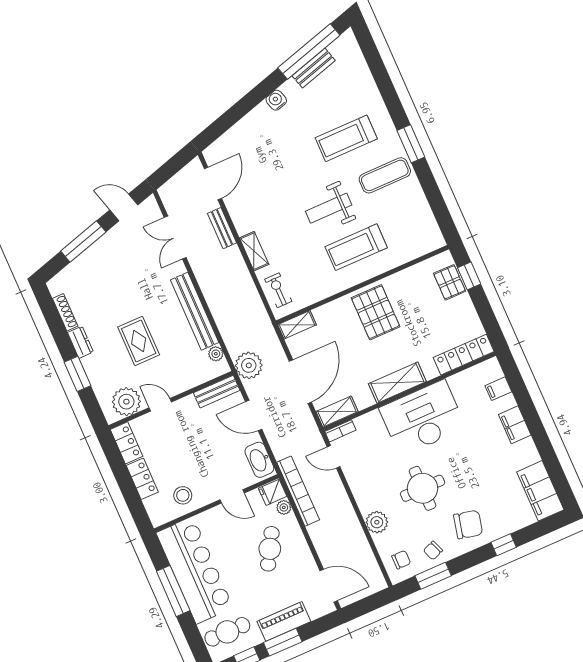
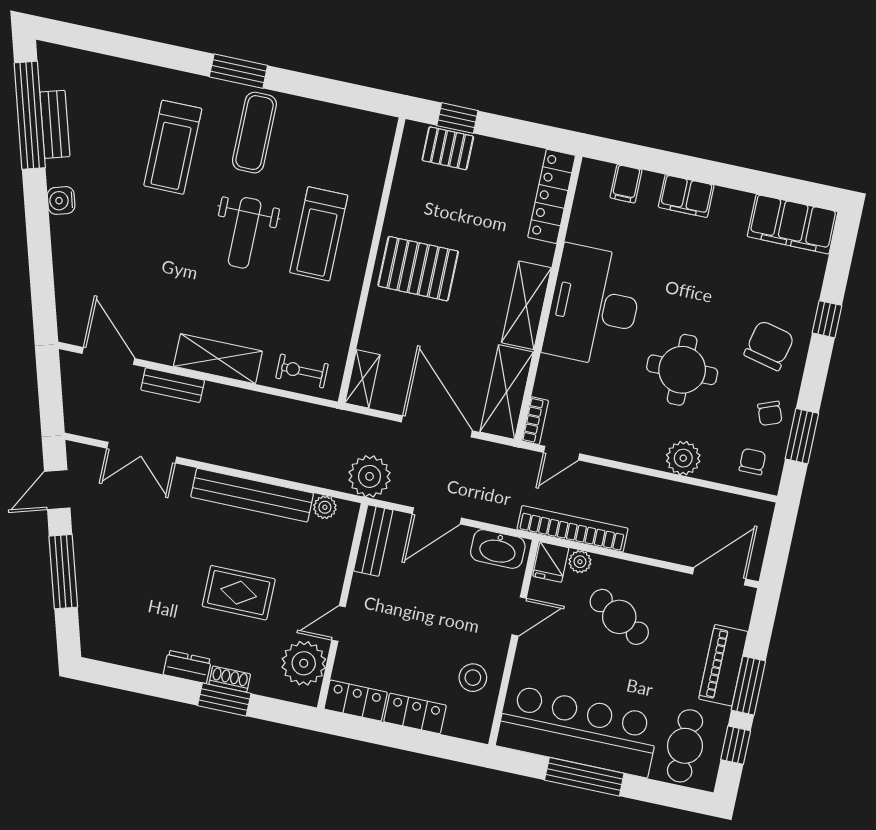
shelving: (254, 251) -> (218, 359), width x1.50, depth x1.33
shoe rack: (65, 312) -> (230, 679), moved, width x0.70
shelving: (337, 412) -> (507, 392), width x1.50, depth x1.33

